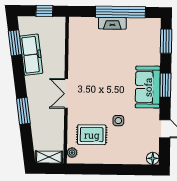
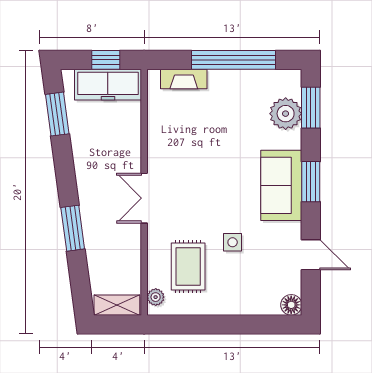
fireplace: (112, 23) -> (184, 79), moved
plant: (151, 44) -> (286, 114), added
freezer: (31, 55) -> (108, 85), moved, turned 98
rug: (92, 135) -> (188, 267), turned 90

